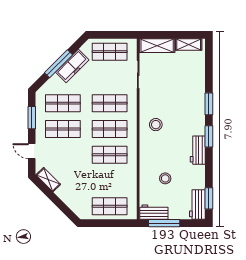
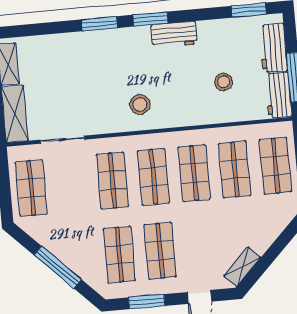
freezer: (72, 66) -> (59, 245), removed
shop shelf: (110, 180) -> (235, 170), added
workbench: (197, 204) -> (273, 48), moved, turned 90

